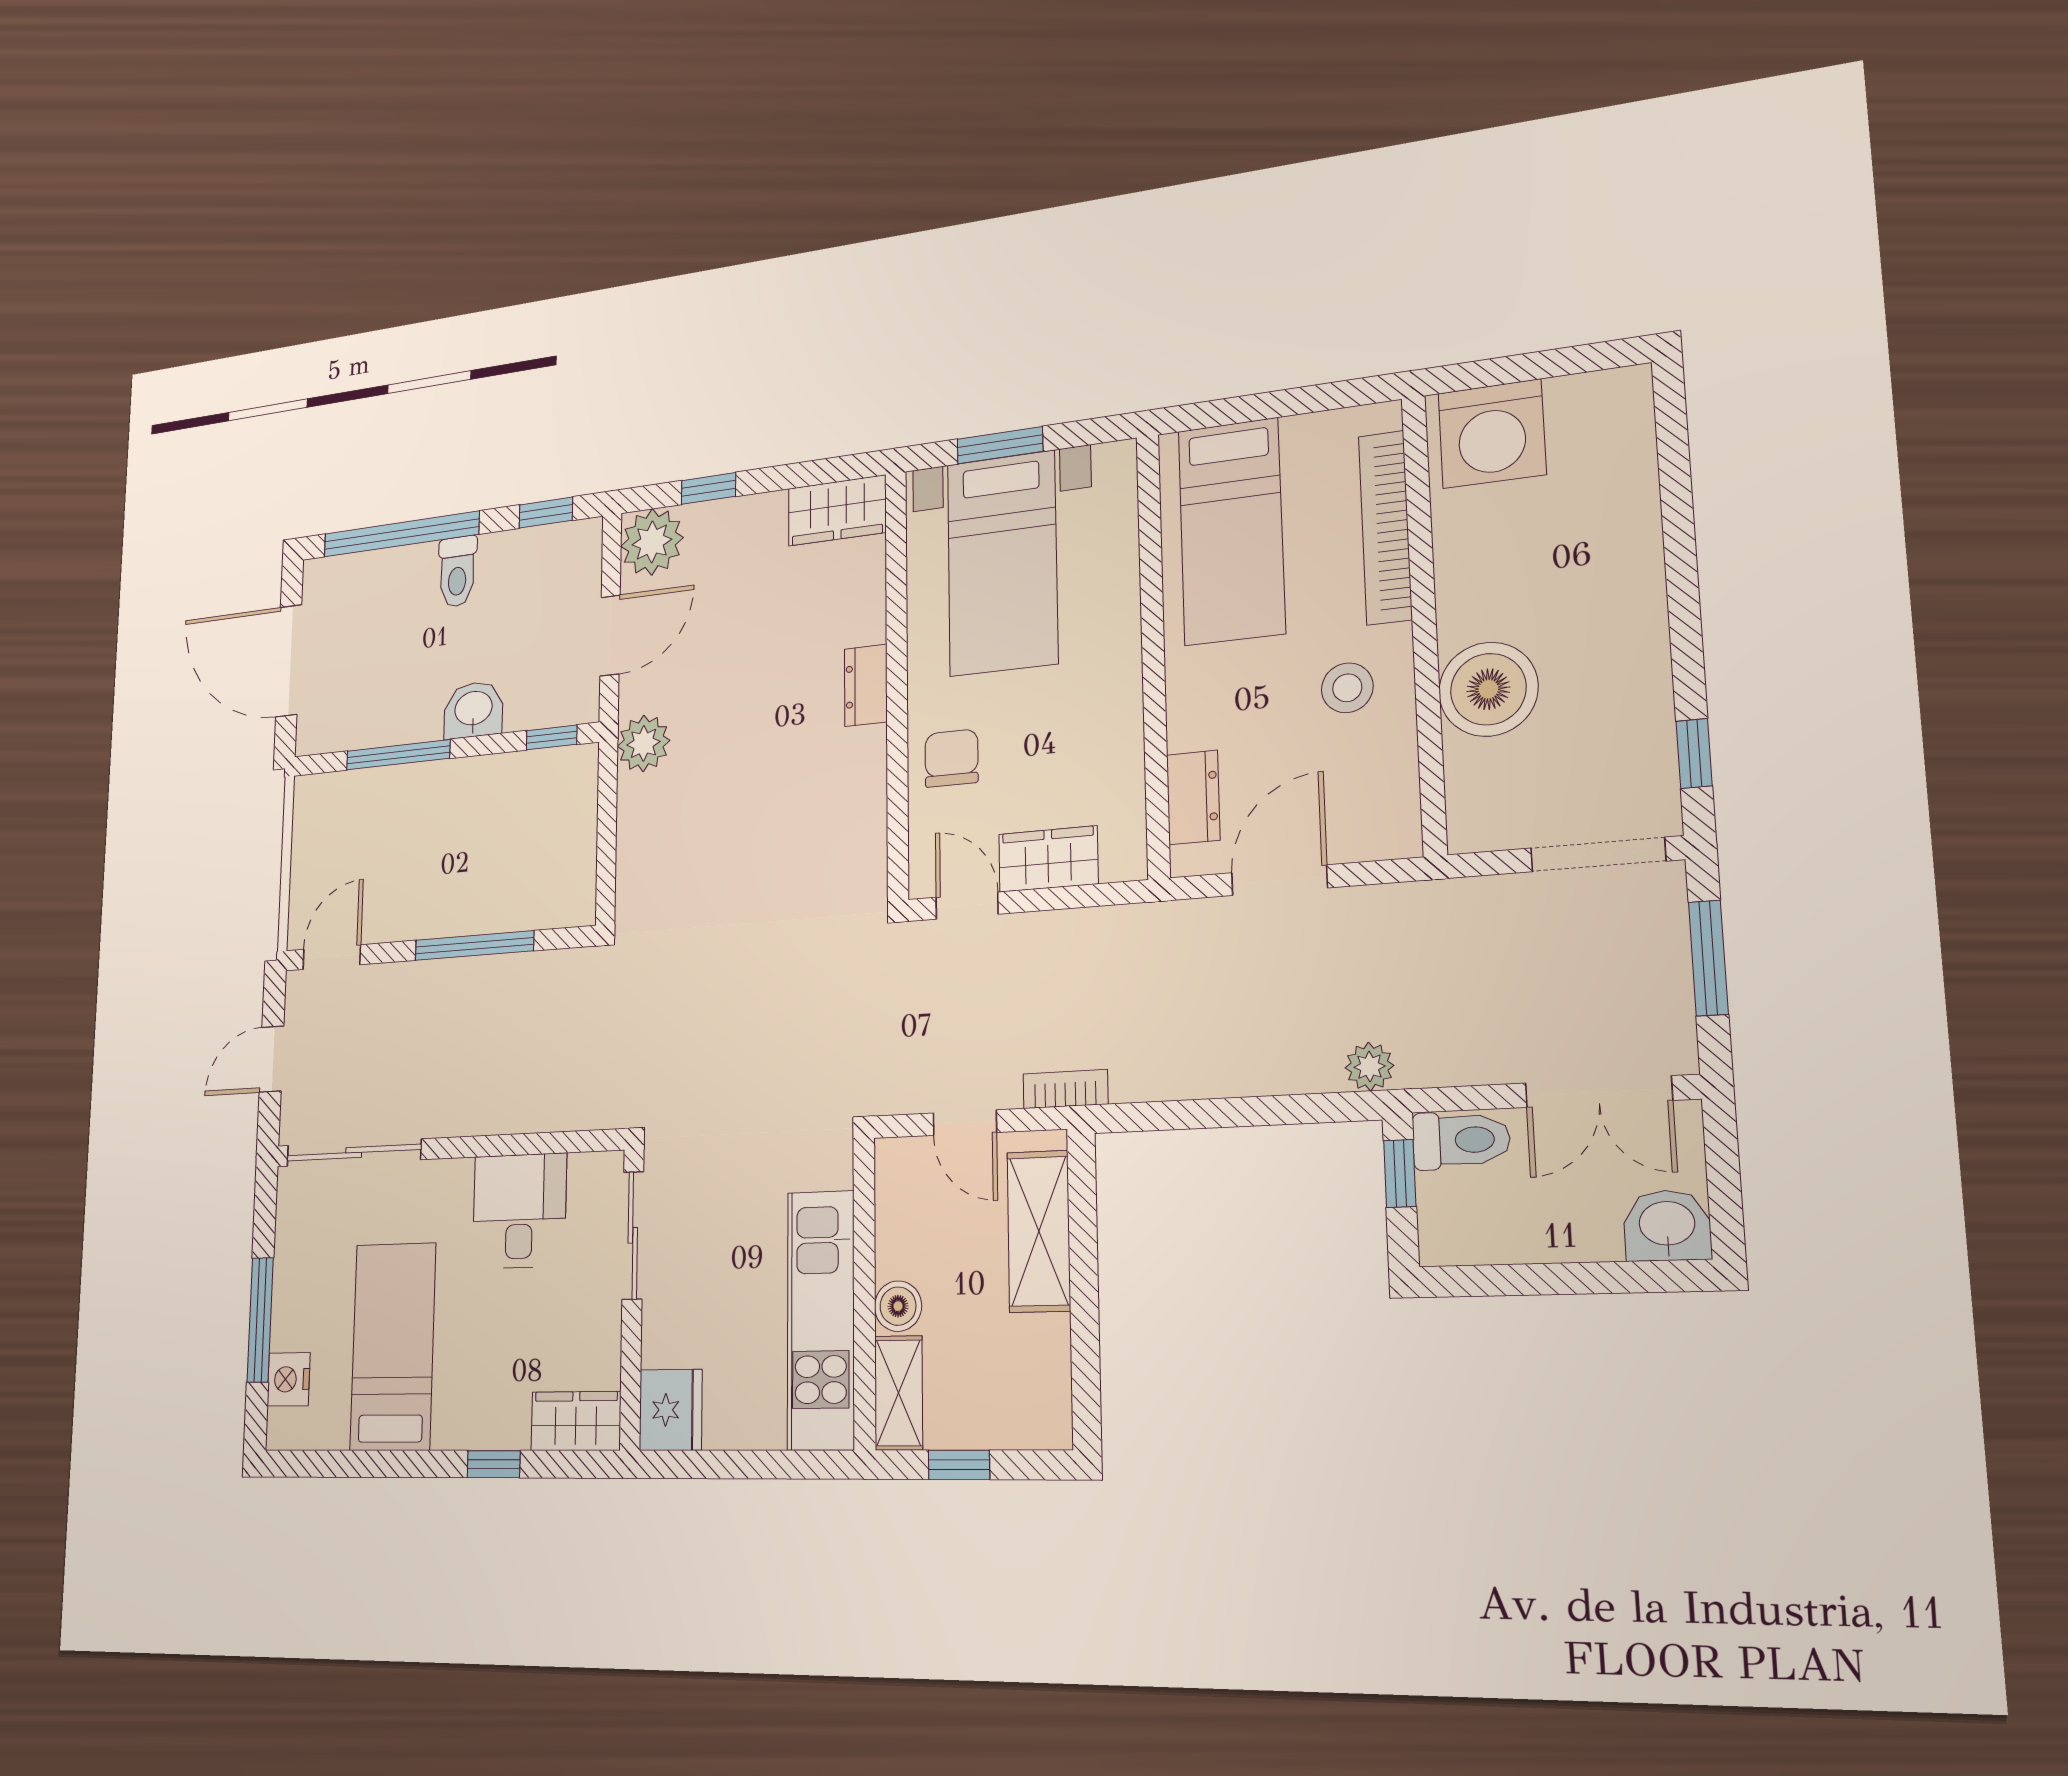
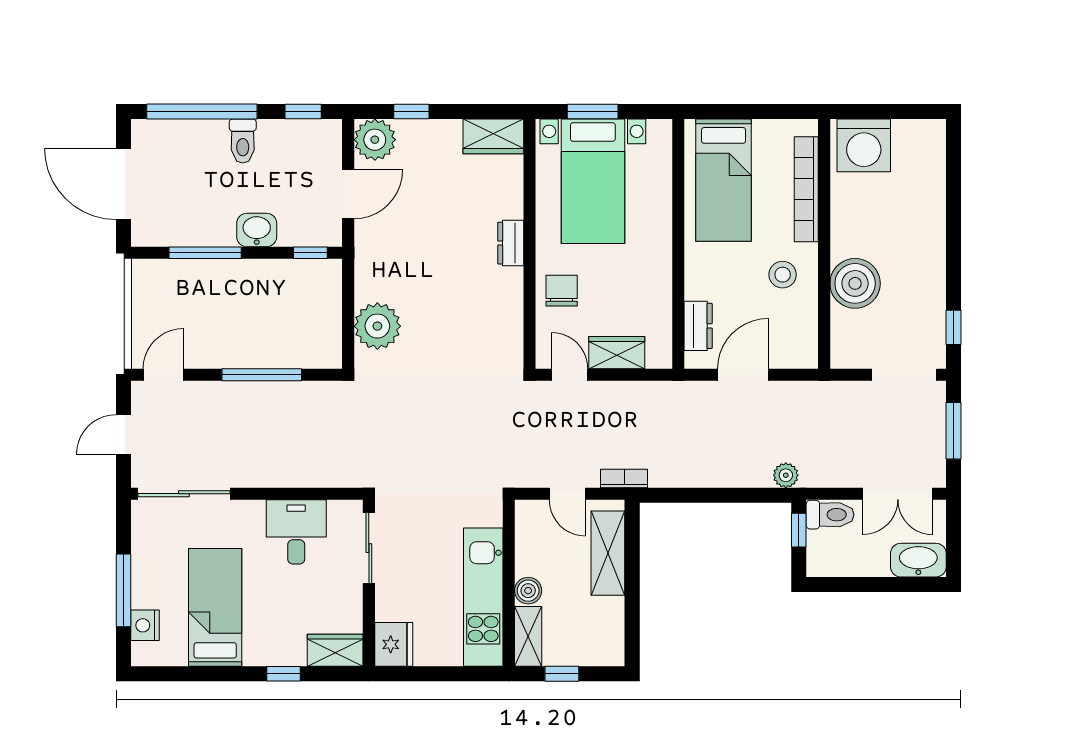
plant: (644, 743) -> (377, 326), moved, width x1.36, depth x1.36
washbasin: (1667, 1225) -> (918, 560), width x1.38

